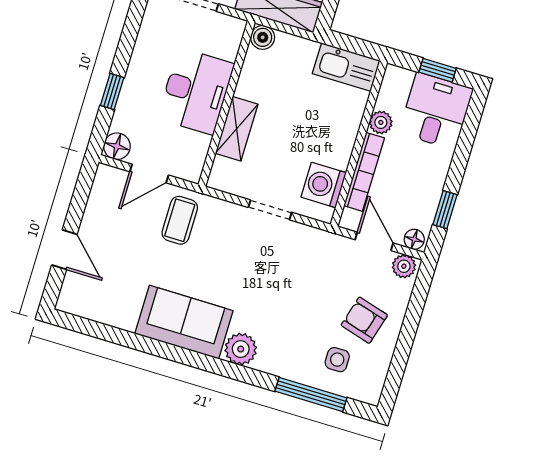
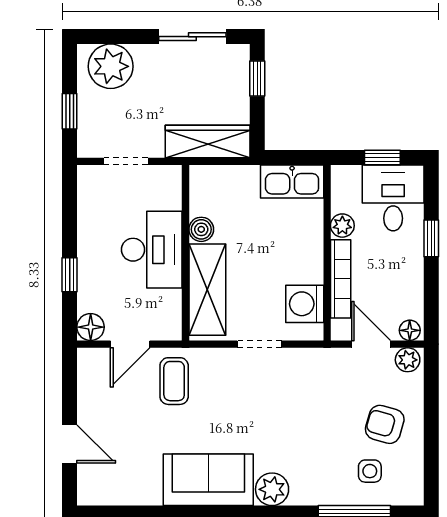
boiler: (263, 37) -> (201, 229), moved
shelving: (237, 129) -> (207, 290), width x1.50, depth x1.33
window: (445, 210) -> (431, 238), moved

